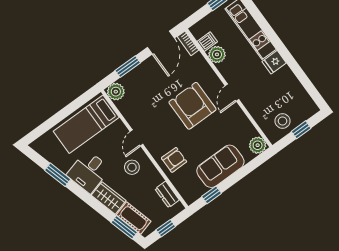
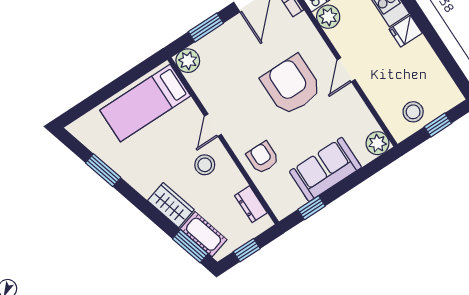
armchair: (174, 160) -> (263, 158), turned -90
desk: (88, 172) -> (145, 168), removed

